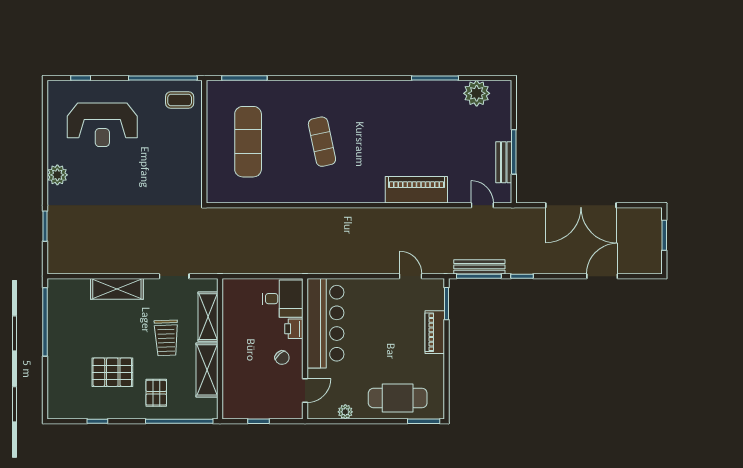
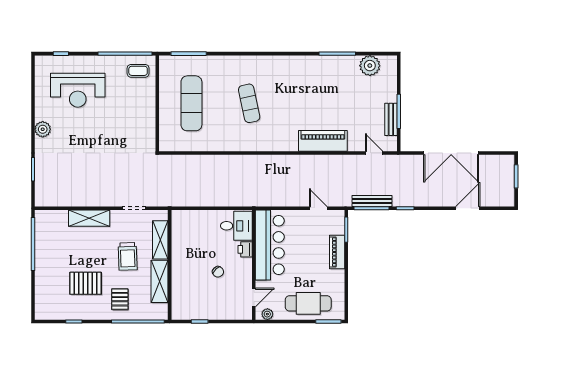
desk: (283, 299) -> (236, 226), moved
bar counter: (325, 323) -> (270, 245), moved
printer: (294, 329) -> (245, 249), moved
wall: (305, 349) -> (254, 265), moved
door: (305, 391) -> (254, 298), moved

